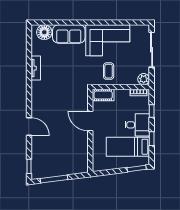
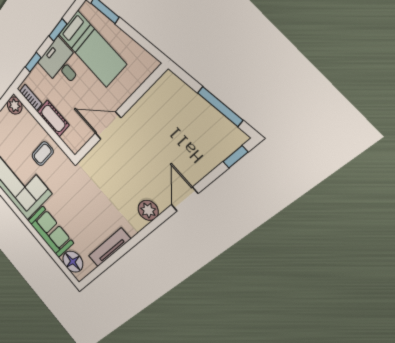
tv unit: (36, 68) -> (109, 247), width x1.41
cot: (103, 95) -> (53, 118), moved
plant: (38, 103) -> (148, 210), added
door: (90, 121) -> (108, 126), swing flipped

